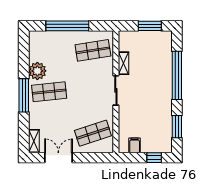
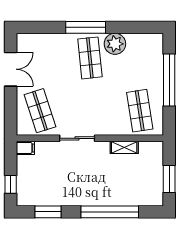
sliding door: (116, 90) -> (77, 138), moved
shelving: (34, 141) -> (31, 40), removed
filing cabinet: (135, 145) -> (25, 148), moved

